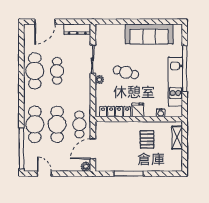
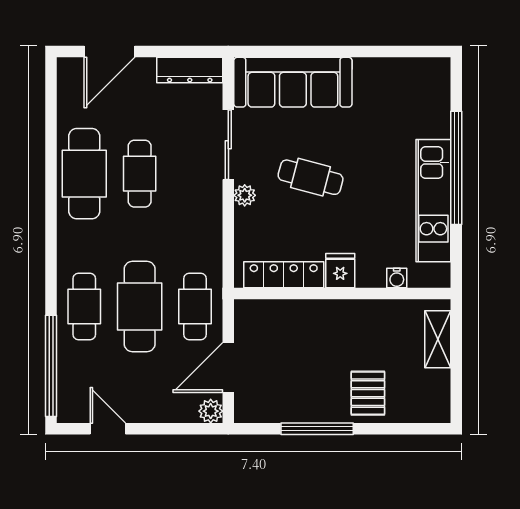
sofa: (149, 34) -> (293, 82), moved
cafe table: (35, 124) -> (84, 307), width x0.73, depth x0.74
pallet: (147, 139) -> (368, 393), moved

